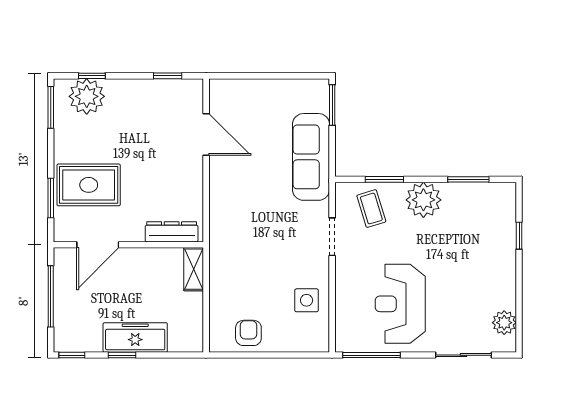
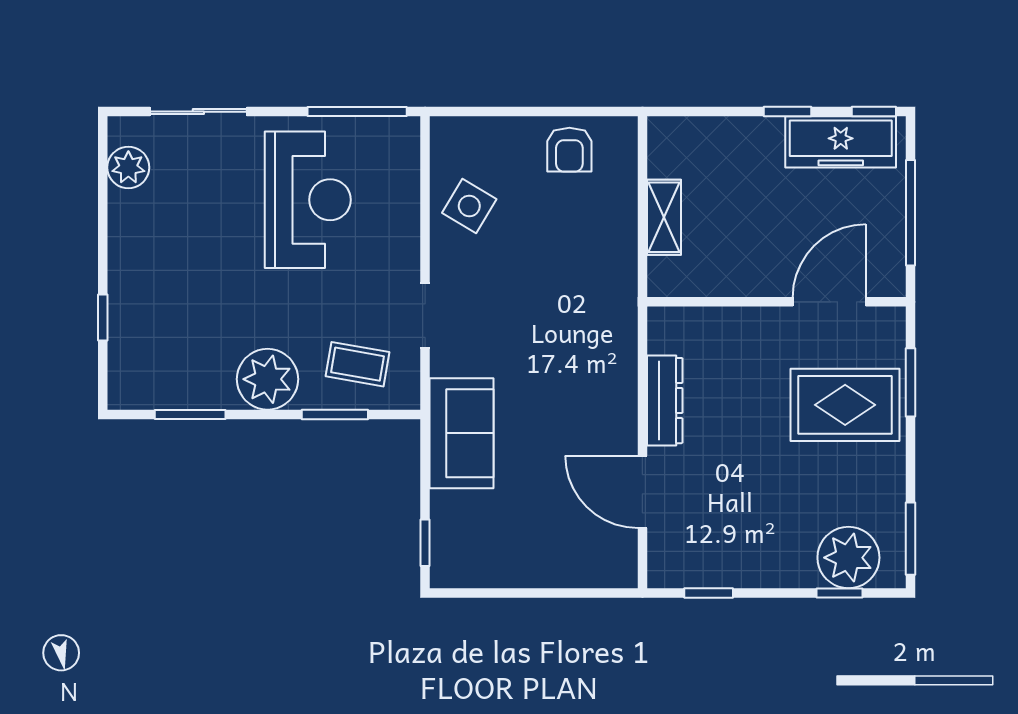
window: (332, 105) -> (425, 543), width x0.67
sofa: (311, 157) -> (462, 433), width x0.73
coffee table: (371, 209) -> (358, 364), turned -63
dresser: (172, 232) -> (665, 401), moved, turned -90
shelving: (194, 269) -> (664, 217), moved
side table: (307, 300) -> (469, 206), turned 31
freezer: (135, 337) -> (841, 142), moved

